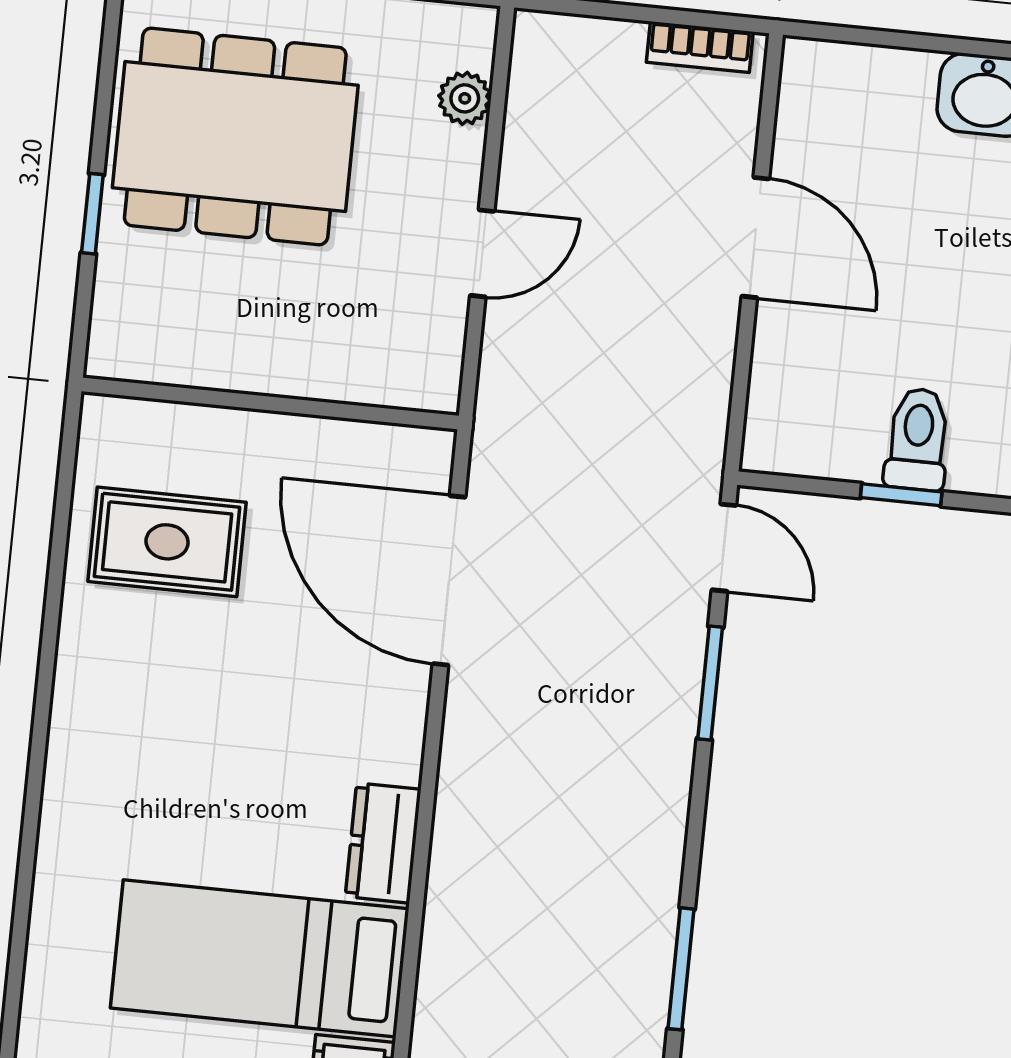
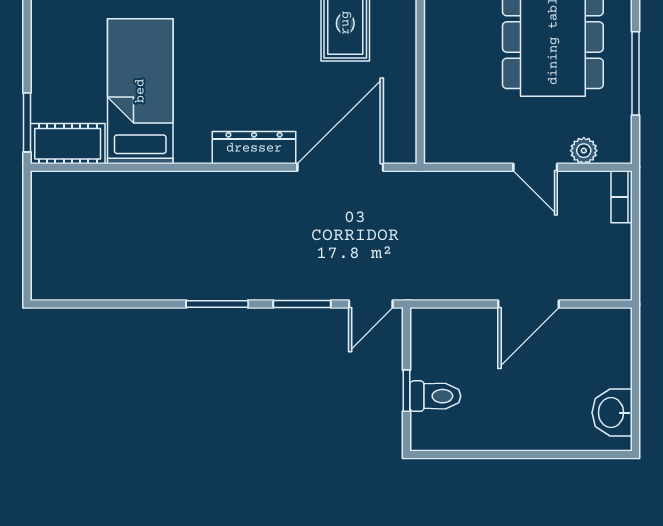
bookcase: (700, 47) -> (622, 197), moved
door: (482, 253) -> (535, 167), moved
dresser: (383, 843) -> (254, 148), moved, width x1.44
window: (681, 969) -> (217, 304), moved

